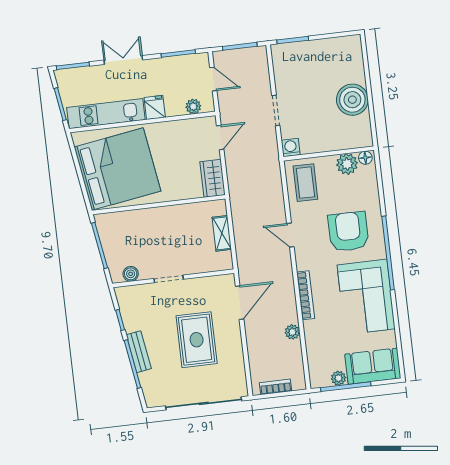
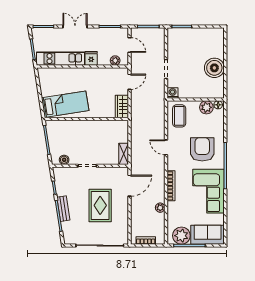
bed: (117, 169) -> (65, 104), width x0.49
shelving: (222, 233) -> (124, 154), moved
plant: (339, 378) -> (181, 236), width x1.87, depth x1.87

